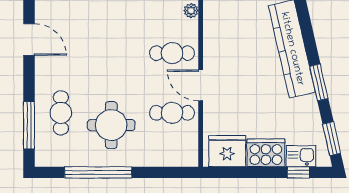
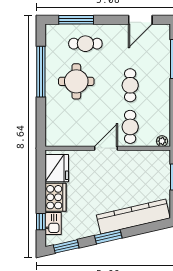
cafe table: (172, 113) -> (130, 85), moved

